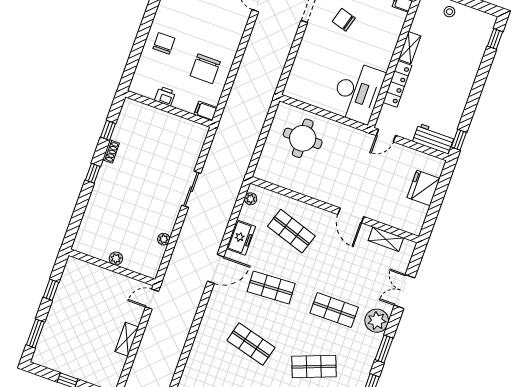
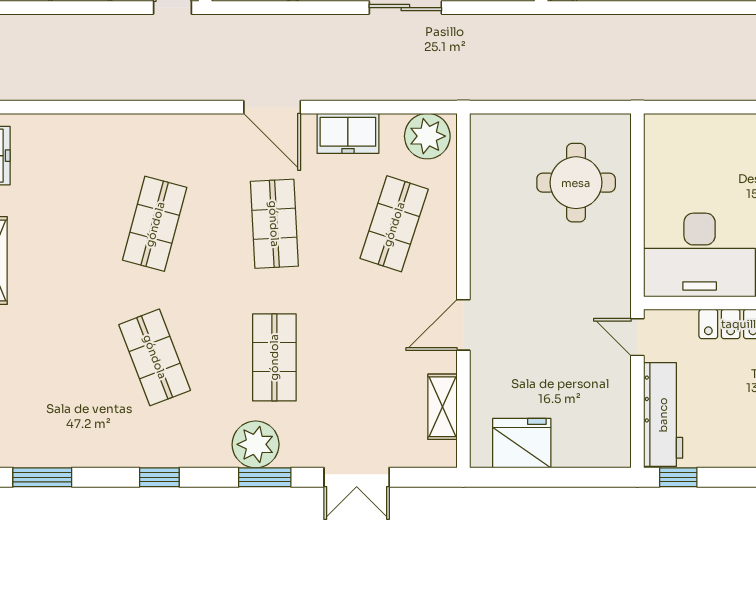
workbench: (433, 139) -> (663, 415), width x1.38
fridge: (424, 188) -> (522, 443), moved
plant: (251, 199) -> (427, 136), width x1.88, depth x1.88
double door: (405, 292) -> (357, 477), swing flipped
plant: (377, 321) -> (256, 444), moved
window: (384, 349) -> (265, 477), moved

